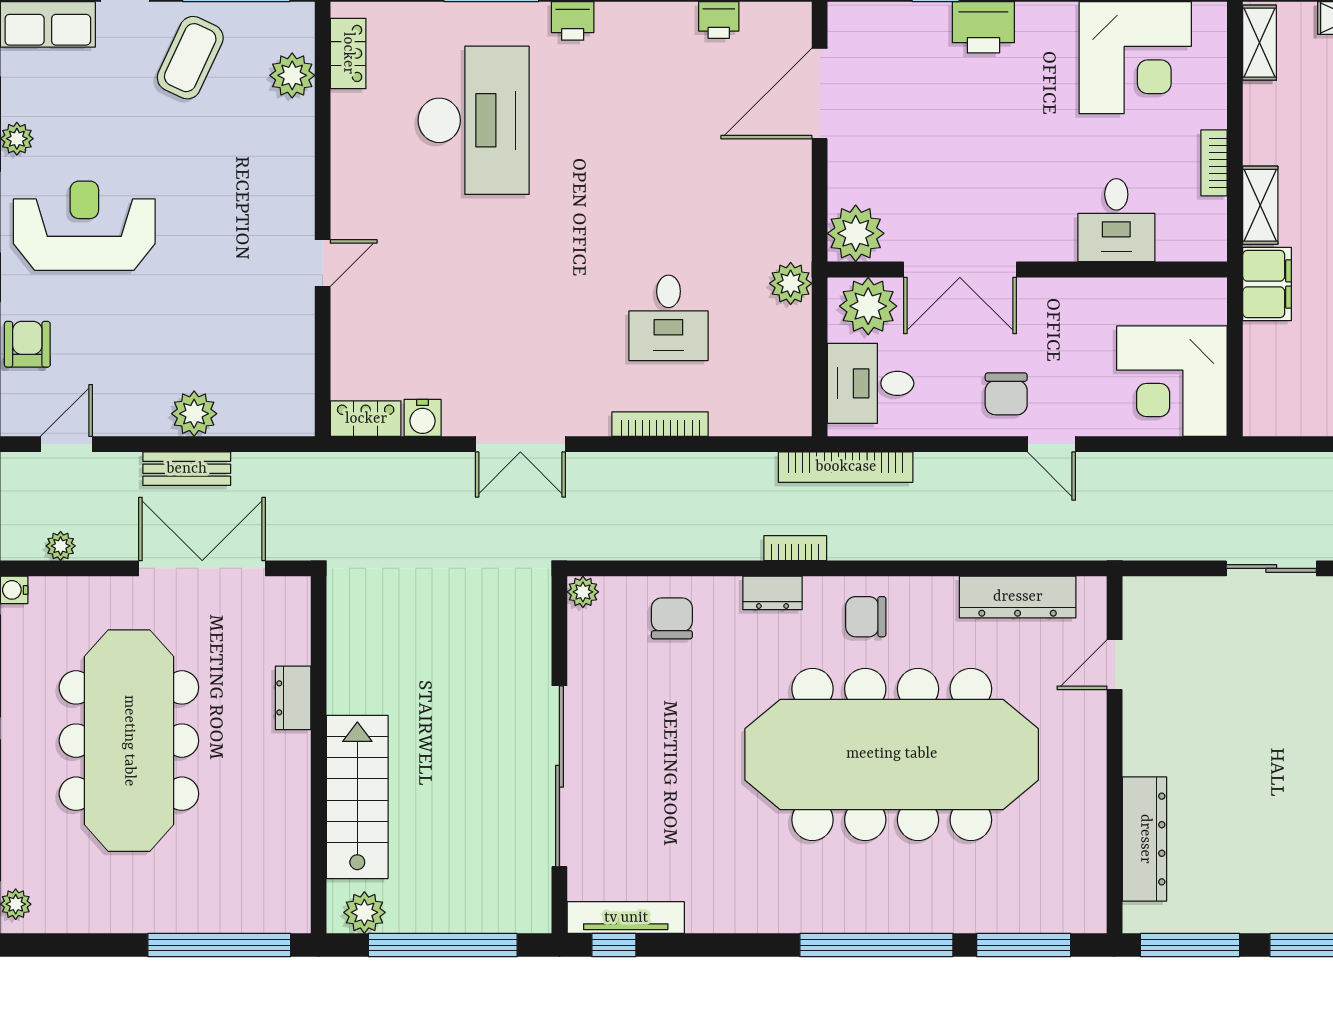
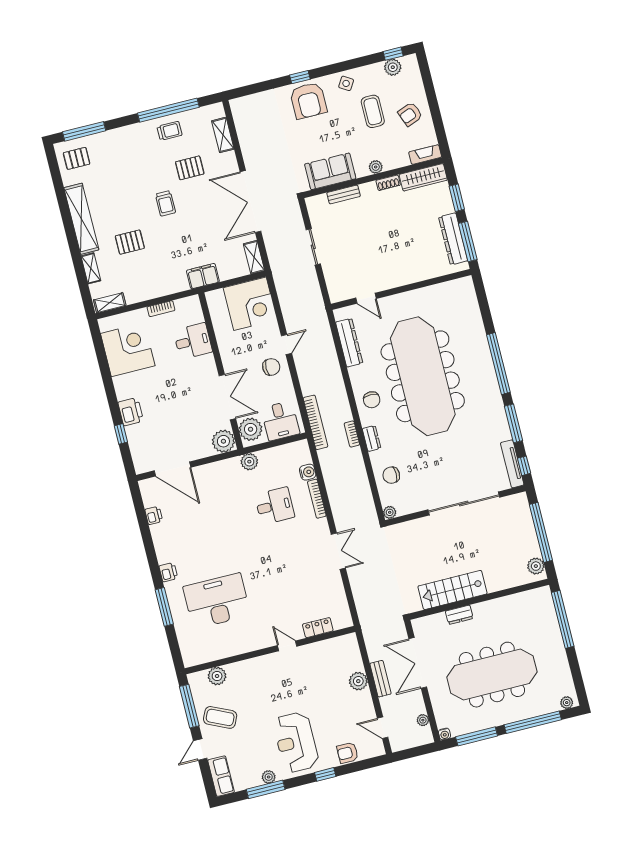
locker: (348, 53) -> (203, 656), removed
shelving: (1260, 205) -> (254, 257), moved, turned 90
water cooler: (423, 418) -> (308, 472), moved
locker: (366, 419) -> (318, 628), moved, turned 90
stairs: (357, 797) -> (452, 590), moved
dresser: (1145, 839) -> (453, 239), moved, turned -90
window: (1024, 945) -> (513, 423), moved

